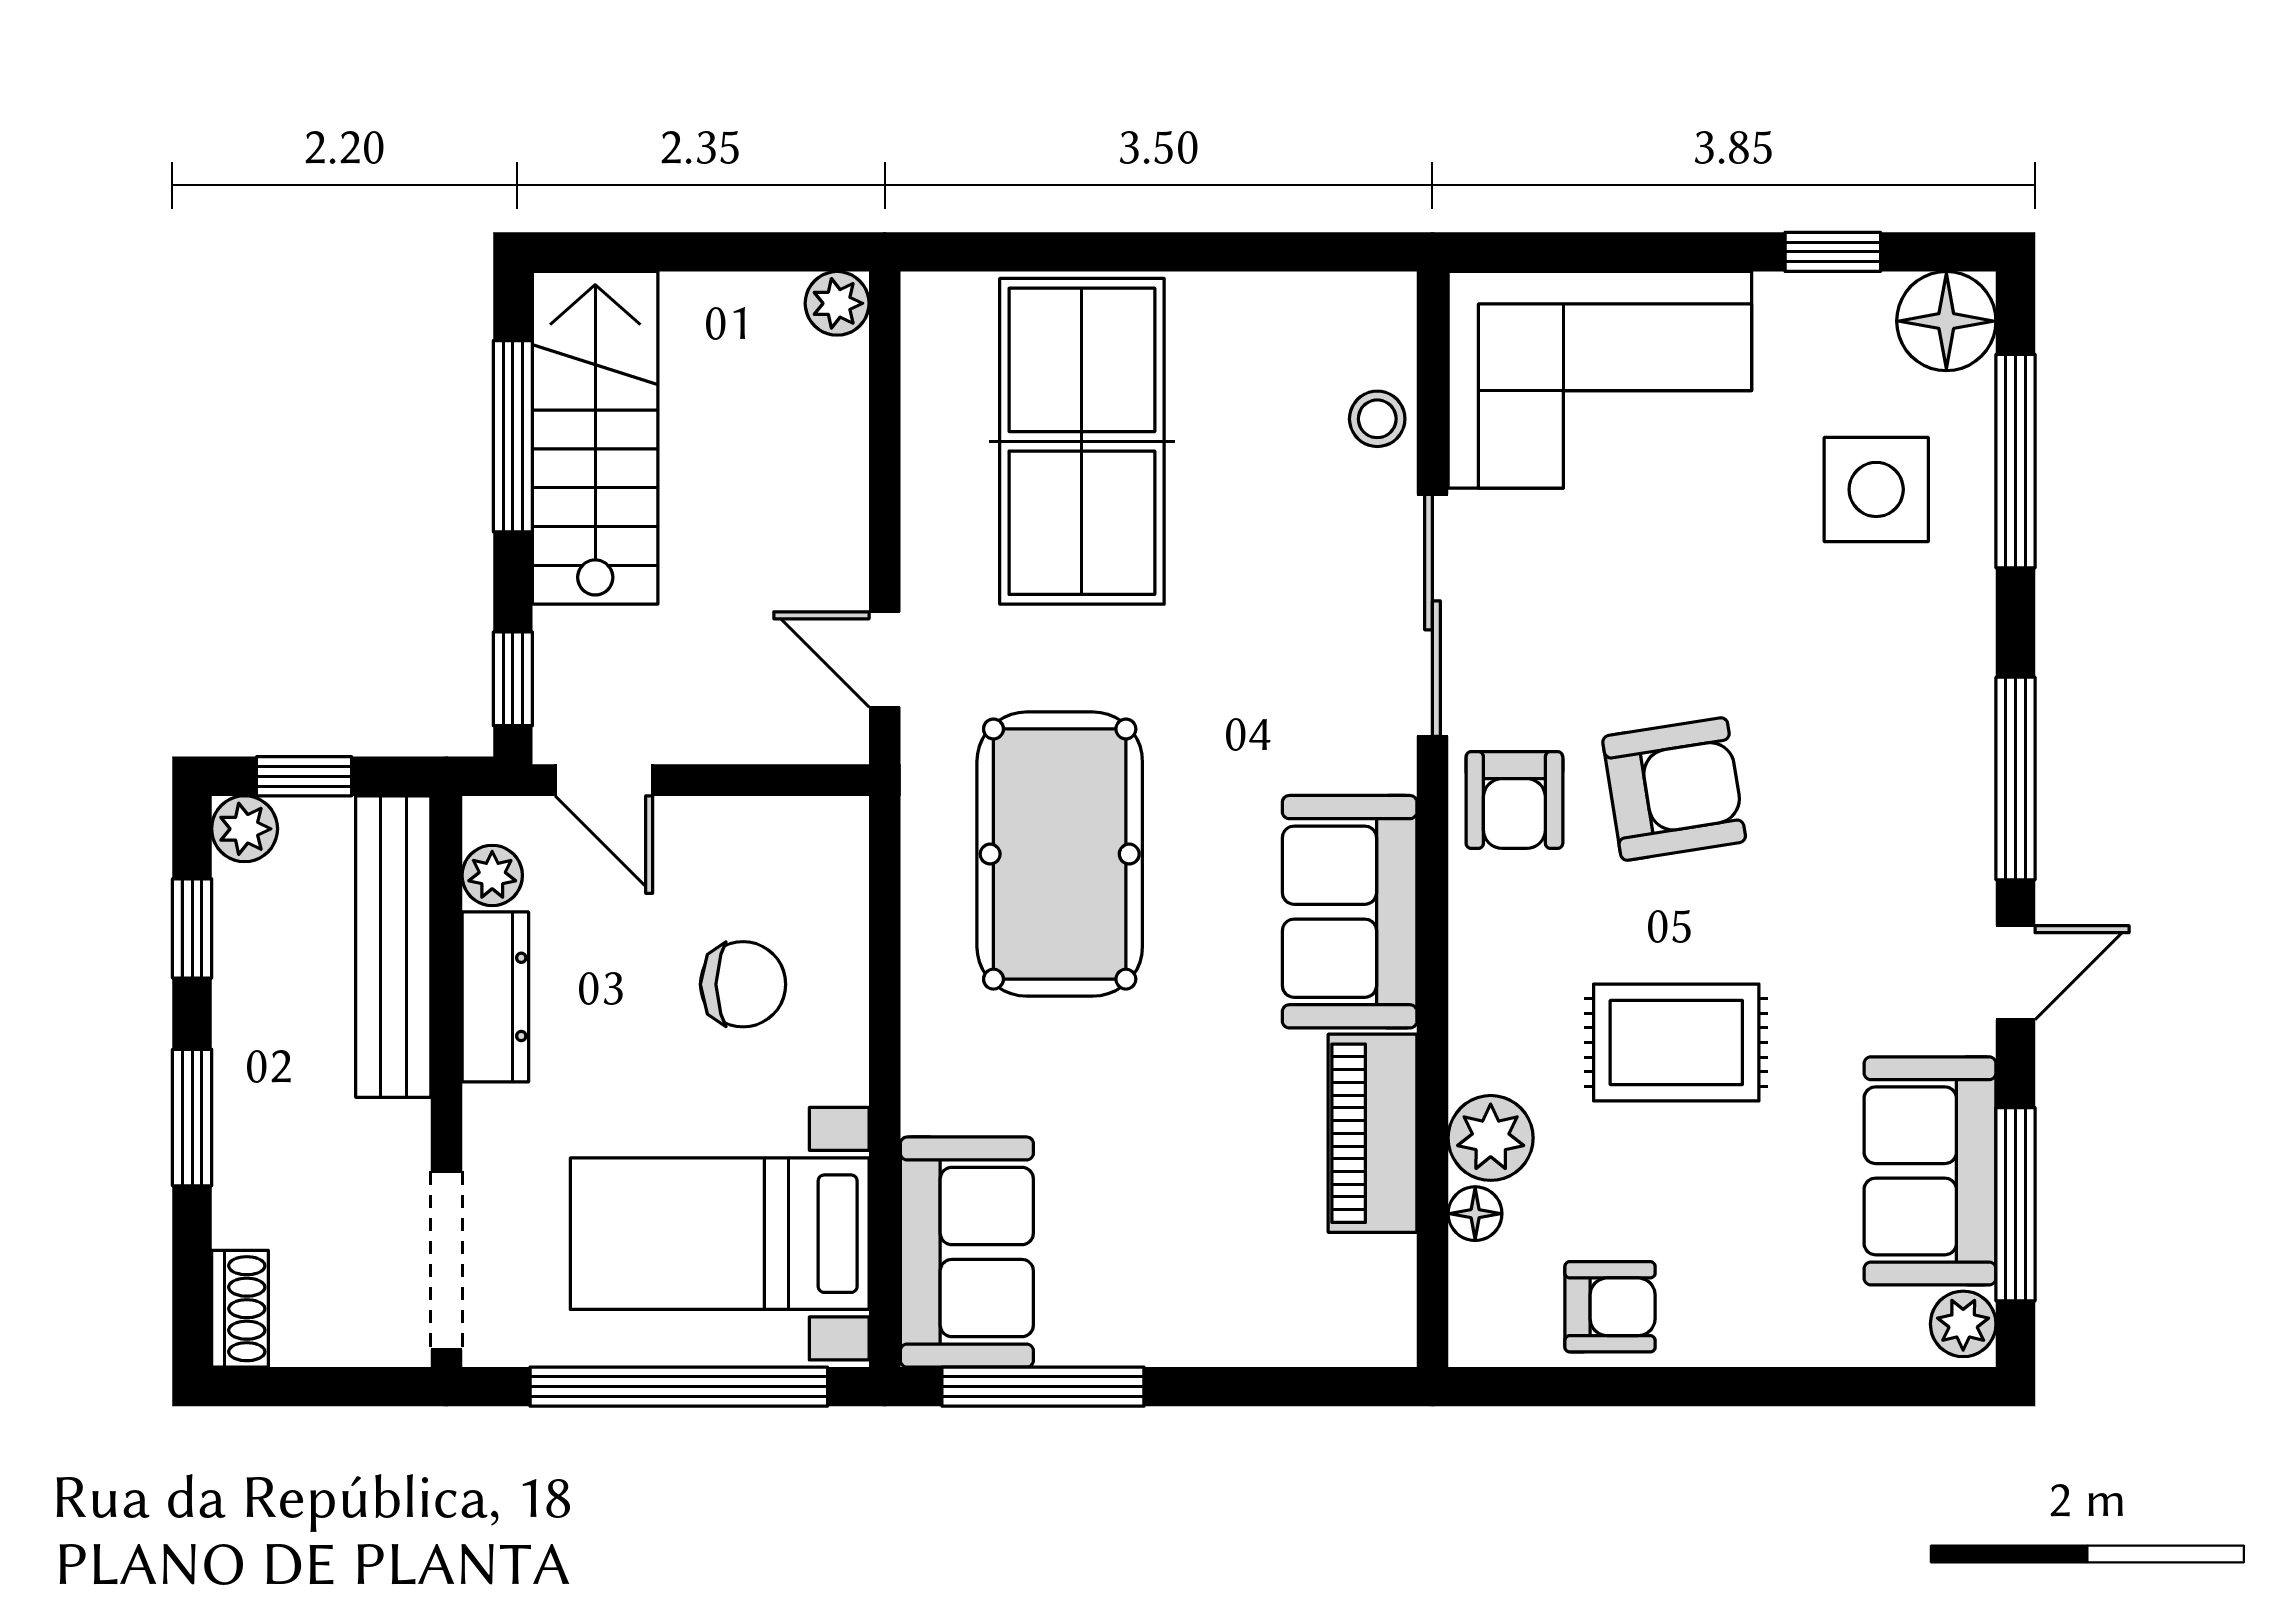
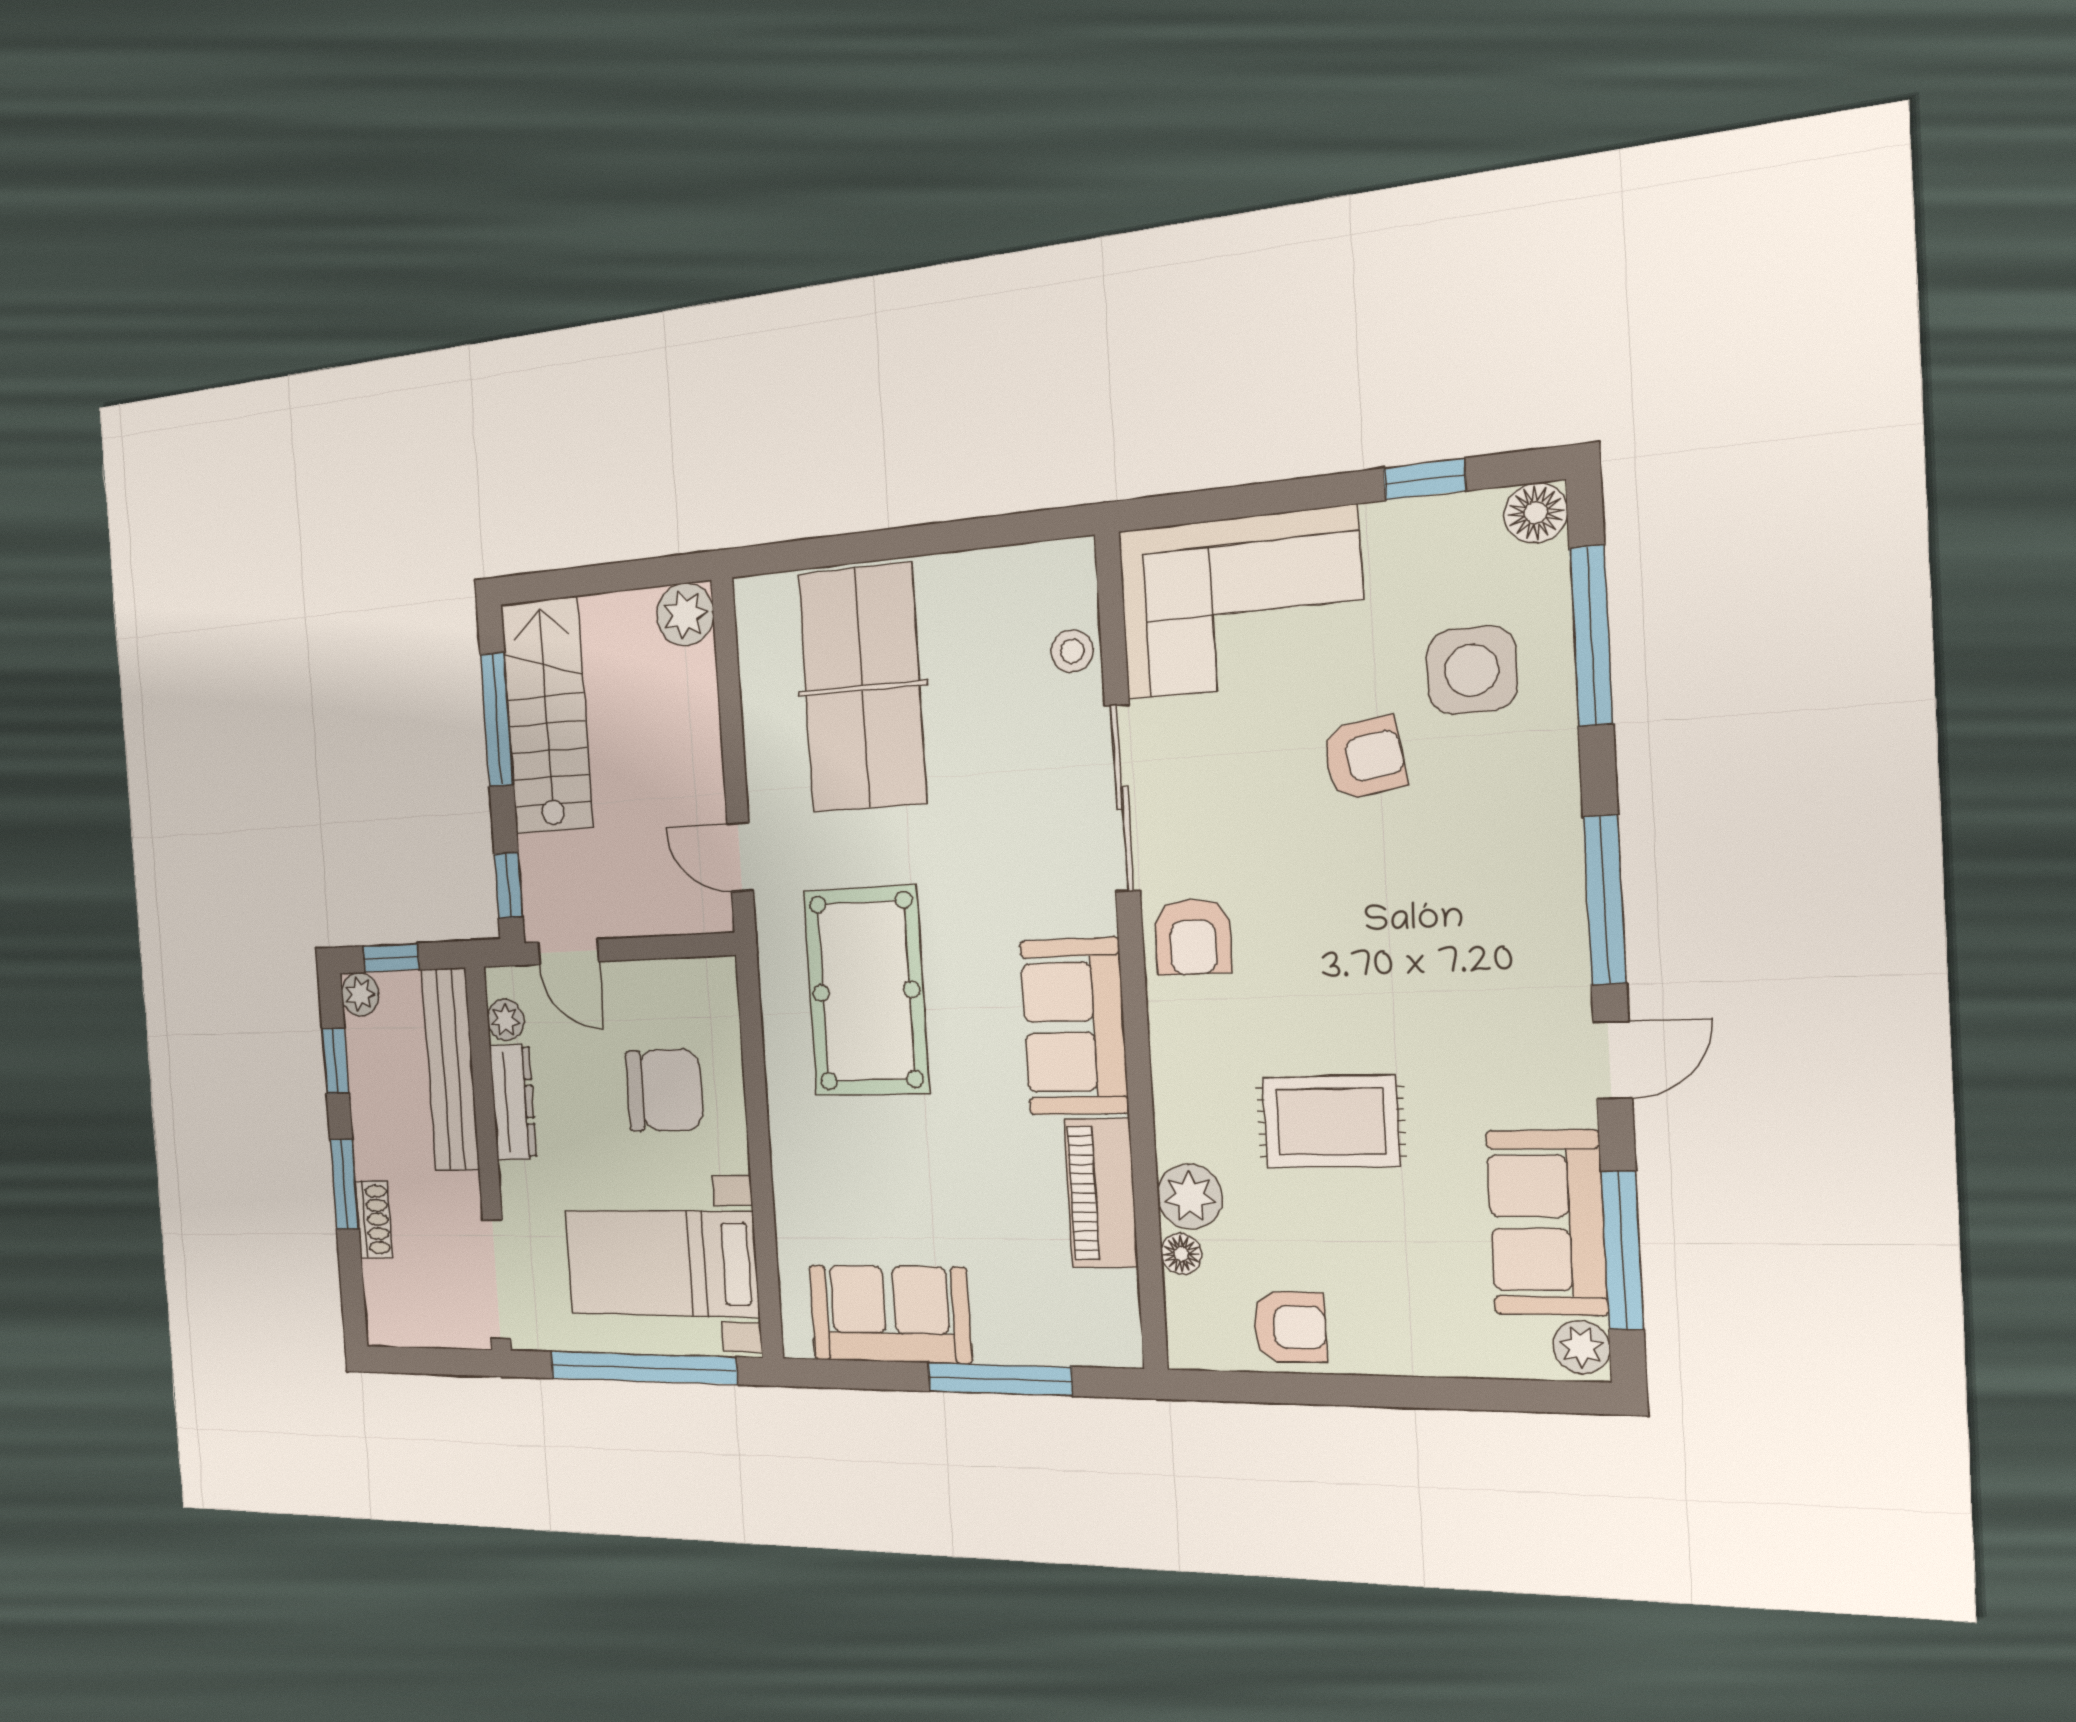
plant: (837, 303) -> (685, 614), width x1.38, depth x1.38
floor lamp: (1946, 321) -> (1536, 513), width x0.73, depth x0.73
armchair: (1674, 789) -> (1364, 758), moved, width x0.72, depth x0.72
chair: (743, 984) -> (664, 1090), width x1.37, depth x1.37
sofa: (967, 1252) -> (890, 1314), moved, turned -90
shoe rack: (240, 1309) -> (374, 1219), moved
window: (1043, 1387) -> (1000, 1379), moved

